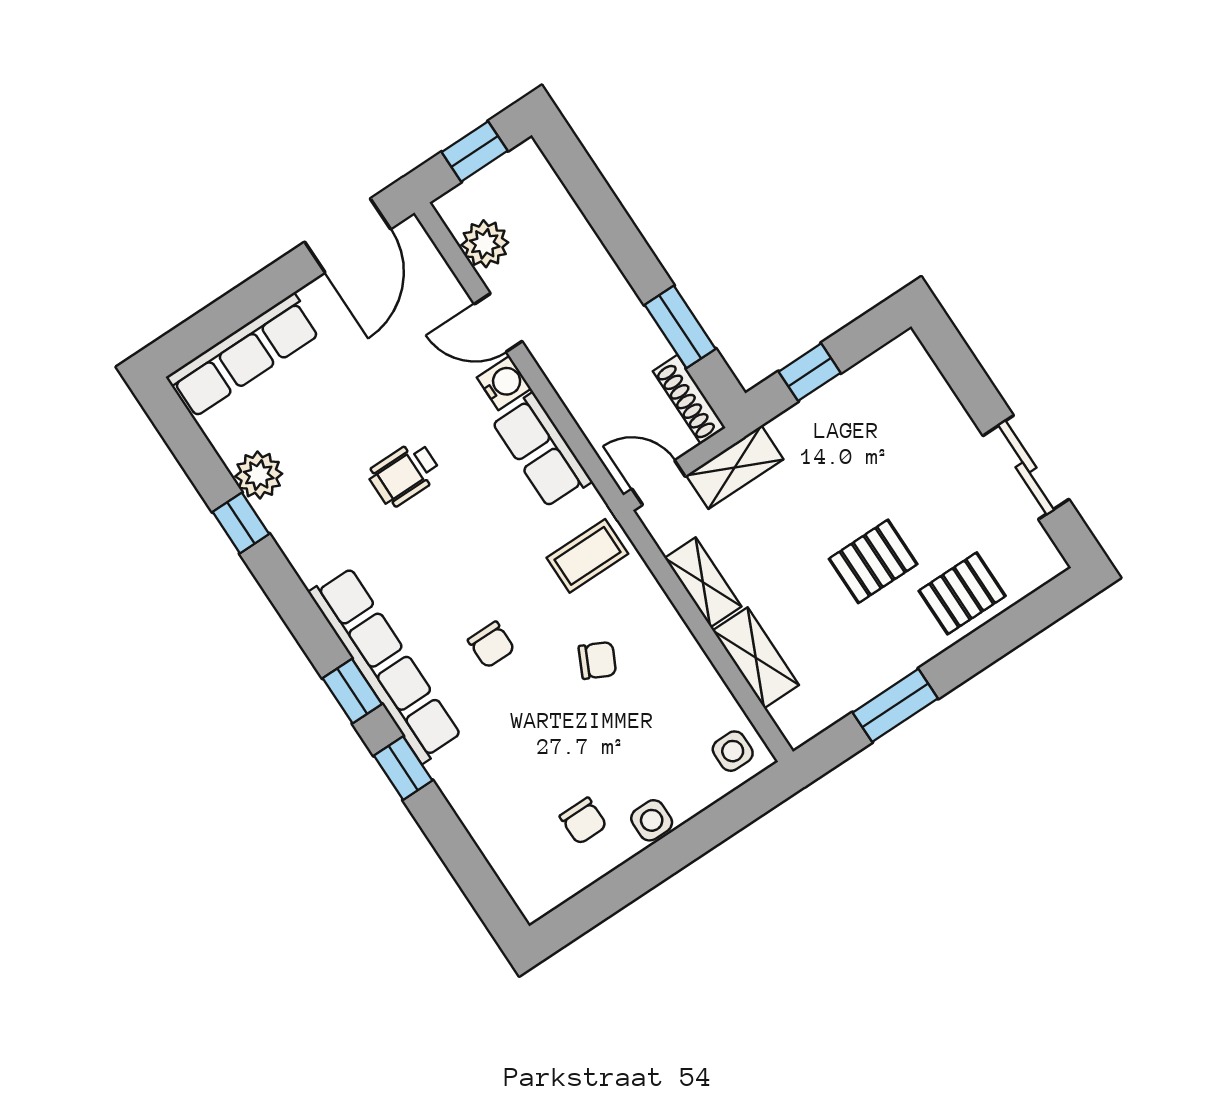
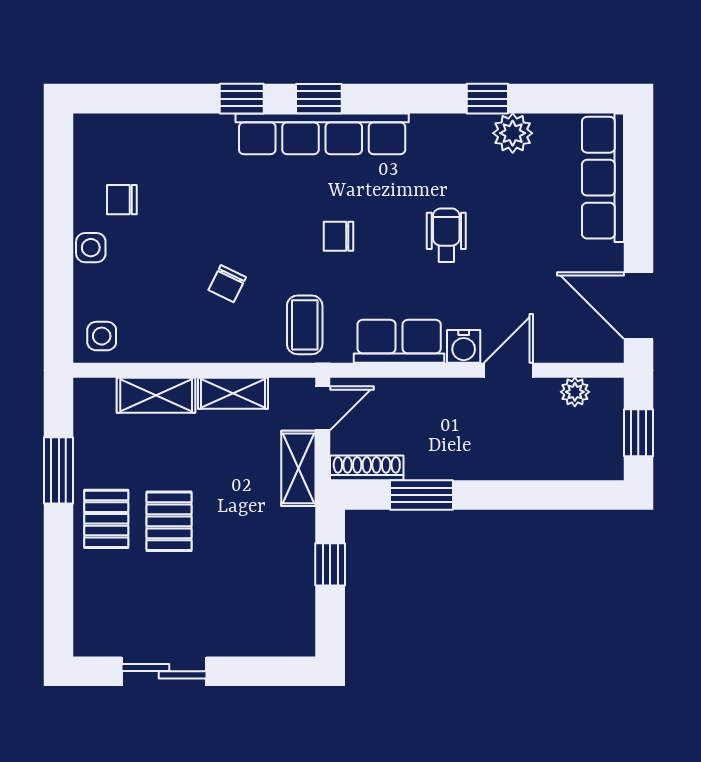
plant: (485, 244) -> (575, 392), width x0.73, depth x0.73
pallet: (962, 593) -> (106, 519), moved
chair: (491, 645) -> (338, 236), moved

